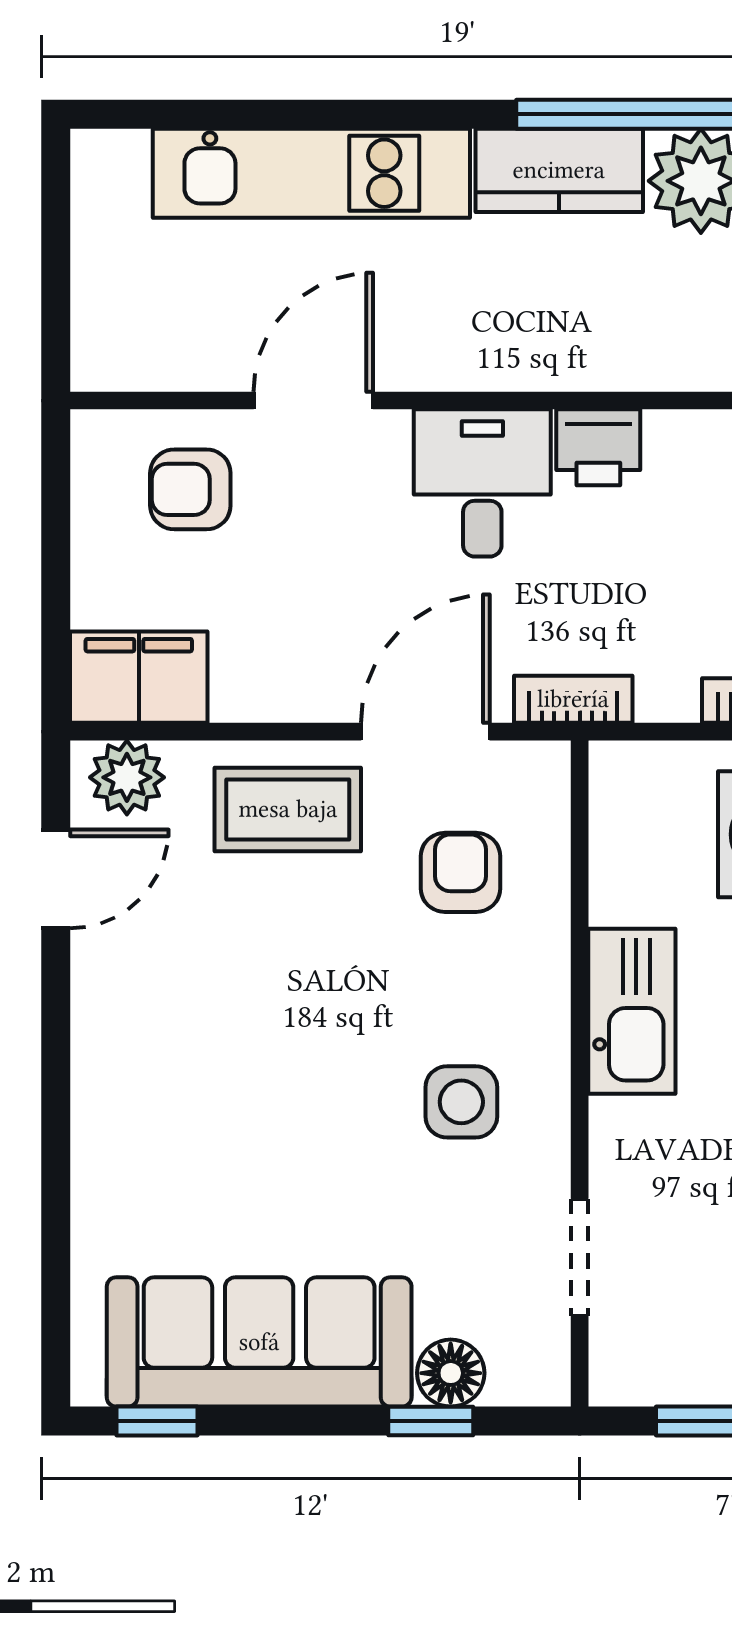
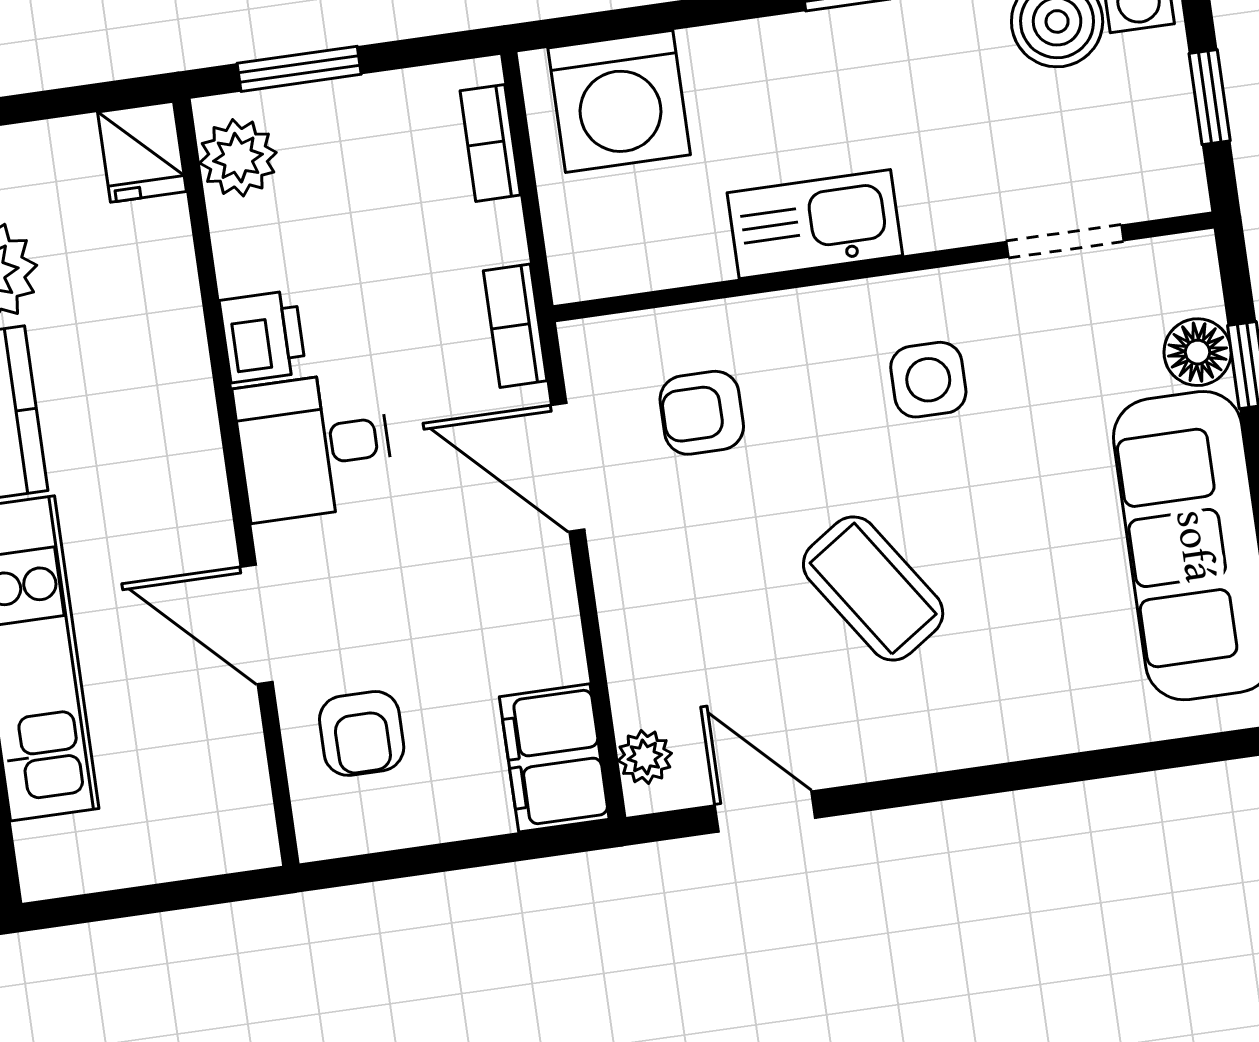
plant: (127, 777) -> (645, 757), width x0.73, depth x0.73
coffee table: (288, 809) -> (873, 588), moved, turned -34

